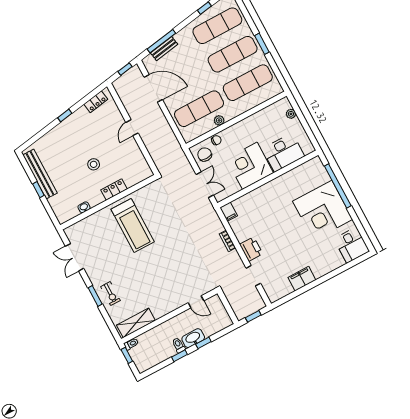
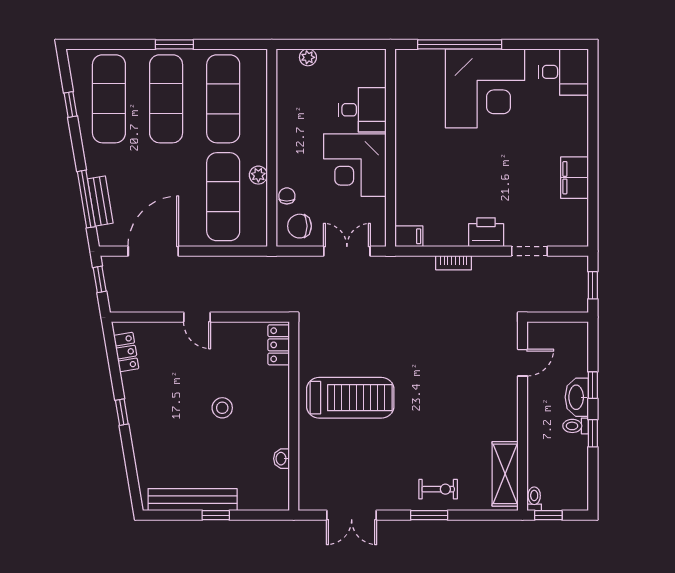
desk: (283, 153) -> (362, 110), width x0.73
locker: (114, 190) -> (279, 345), moved

